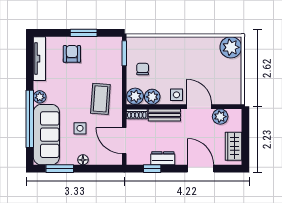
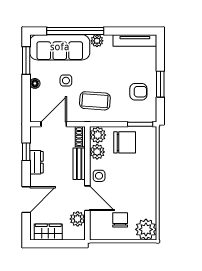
armchair: (72, 54) -> (138, 92), moved
chair: (143, 69) -> (125, 142), width x1.87, depth x1.87
chair: (221, 73) -> (120, 220), added
door: (199, 107) -> (87, 198), hinge flipped

